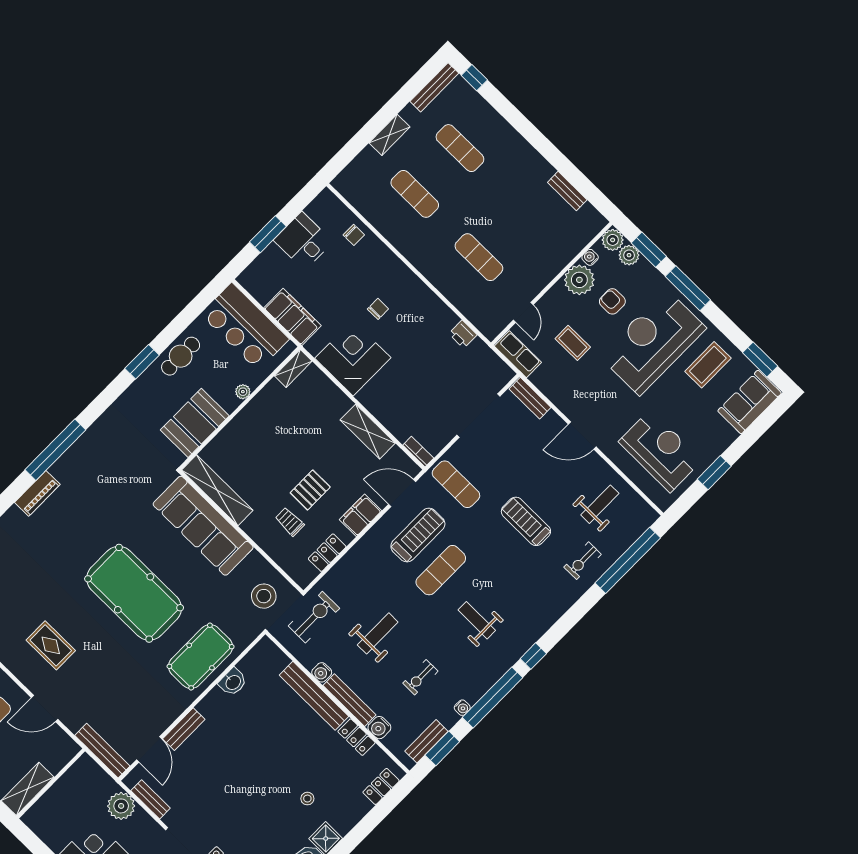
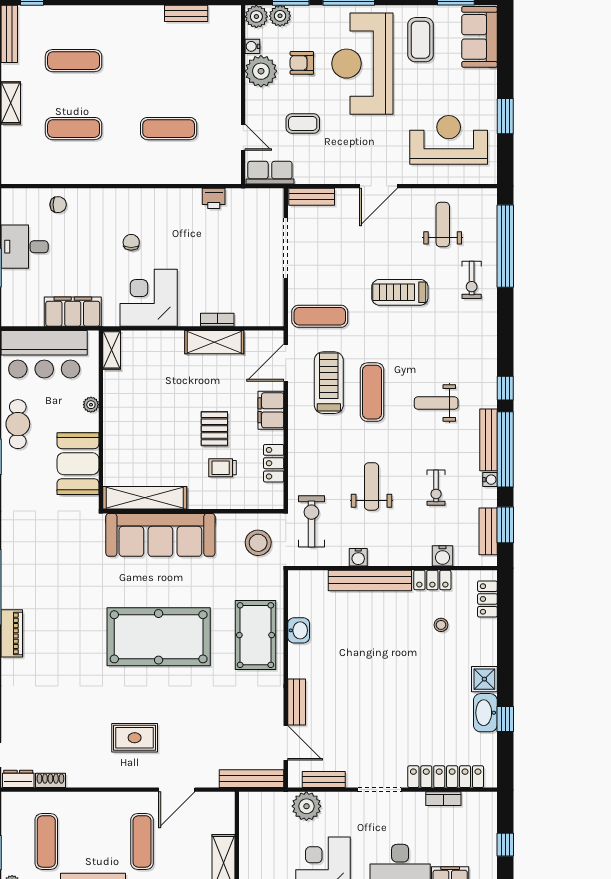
bookcase: (418, 452) -> (217, 320), moved
bench: (349, 700) -> (488, 440), moved, turned 90
stool: (307, 799) -> (441, 625), moved

